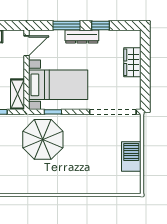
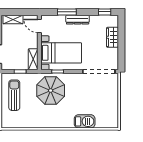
window: (100, 26) -> (105, 12), moved
door: (27, 46) -> (39, 26), swing flipped
barbecue: (131, 157) -> (85, 121), moved, turned 90

